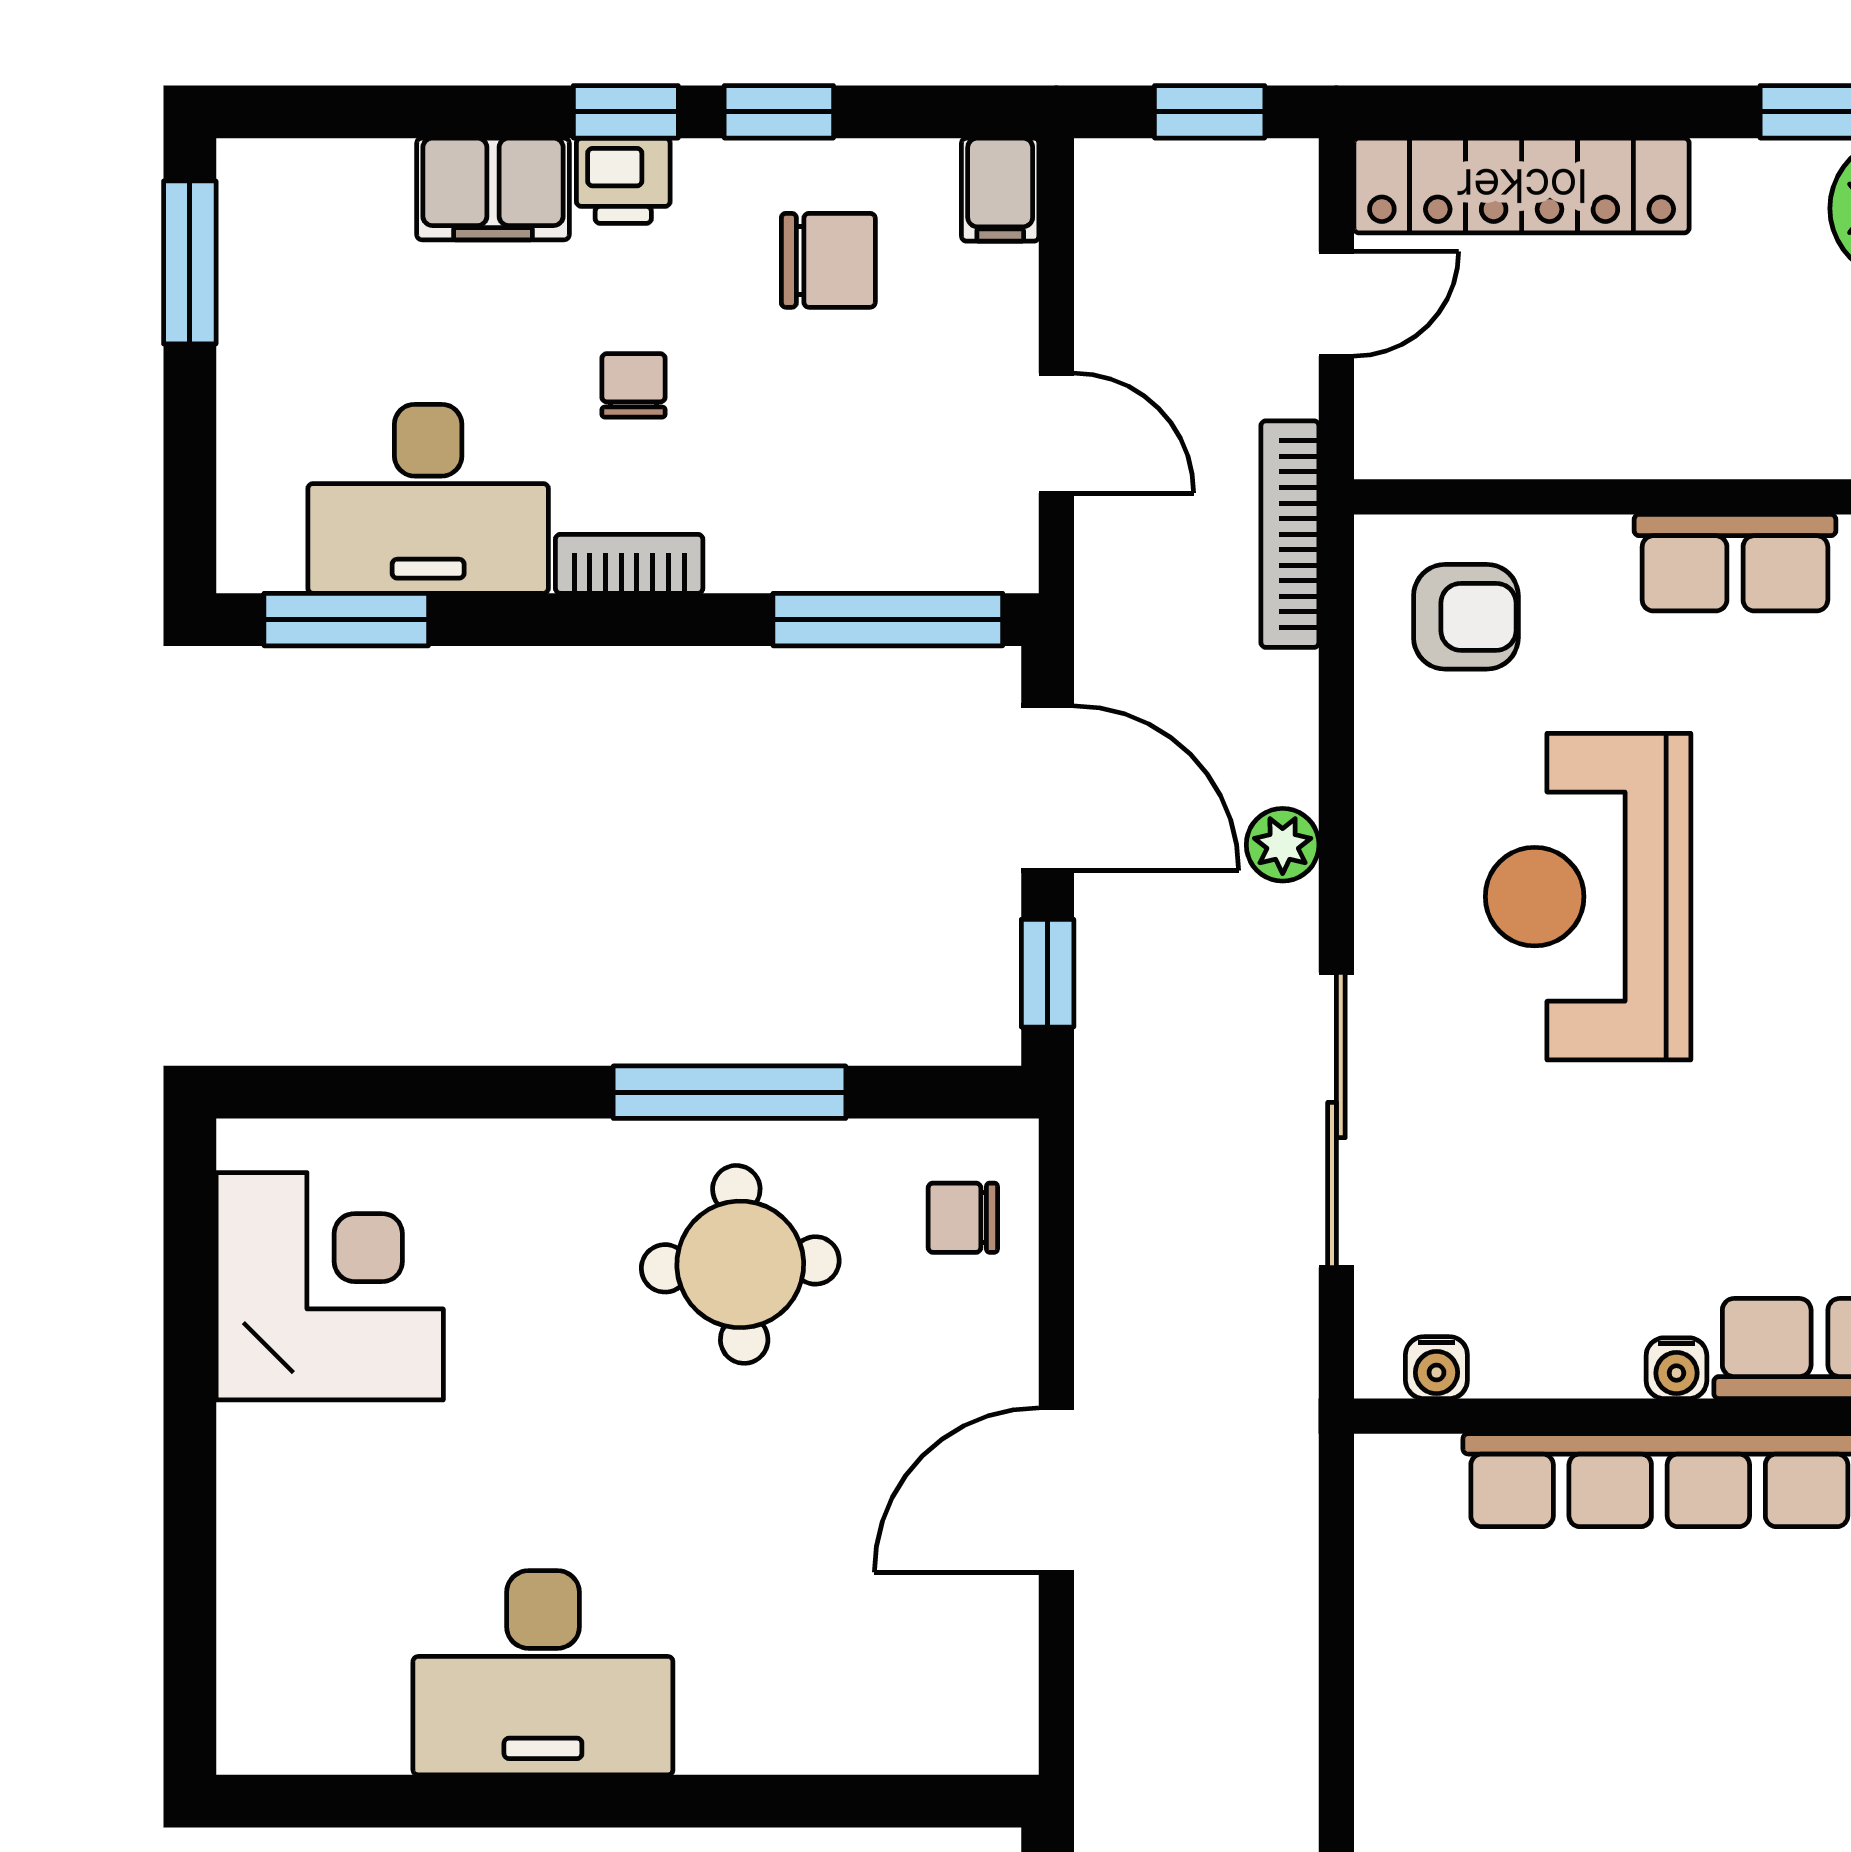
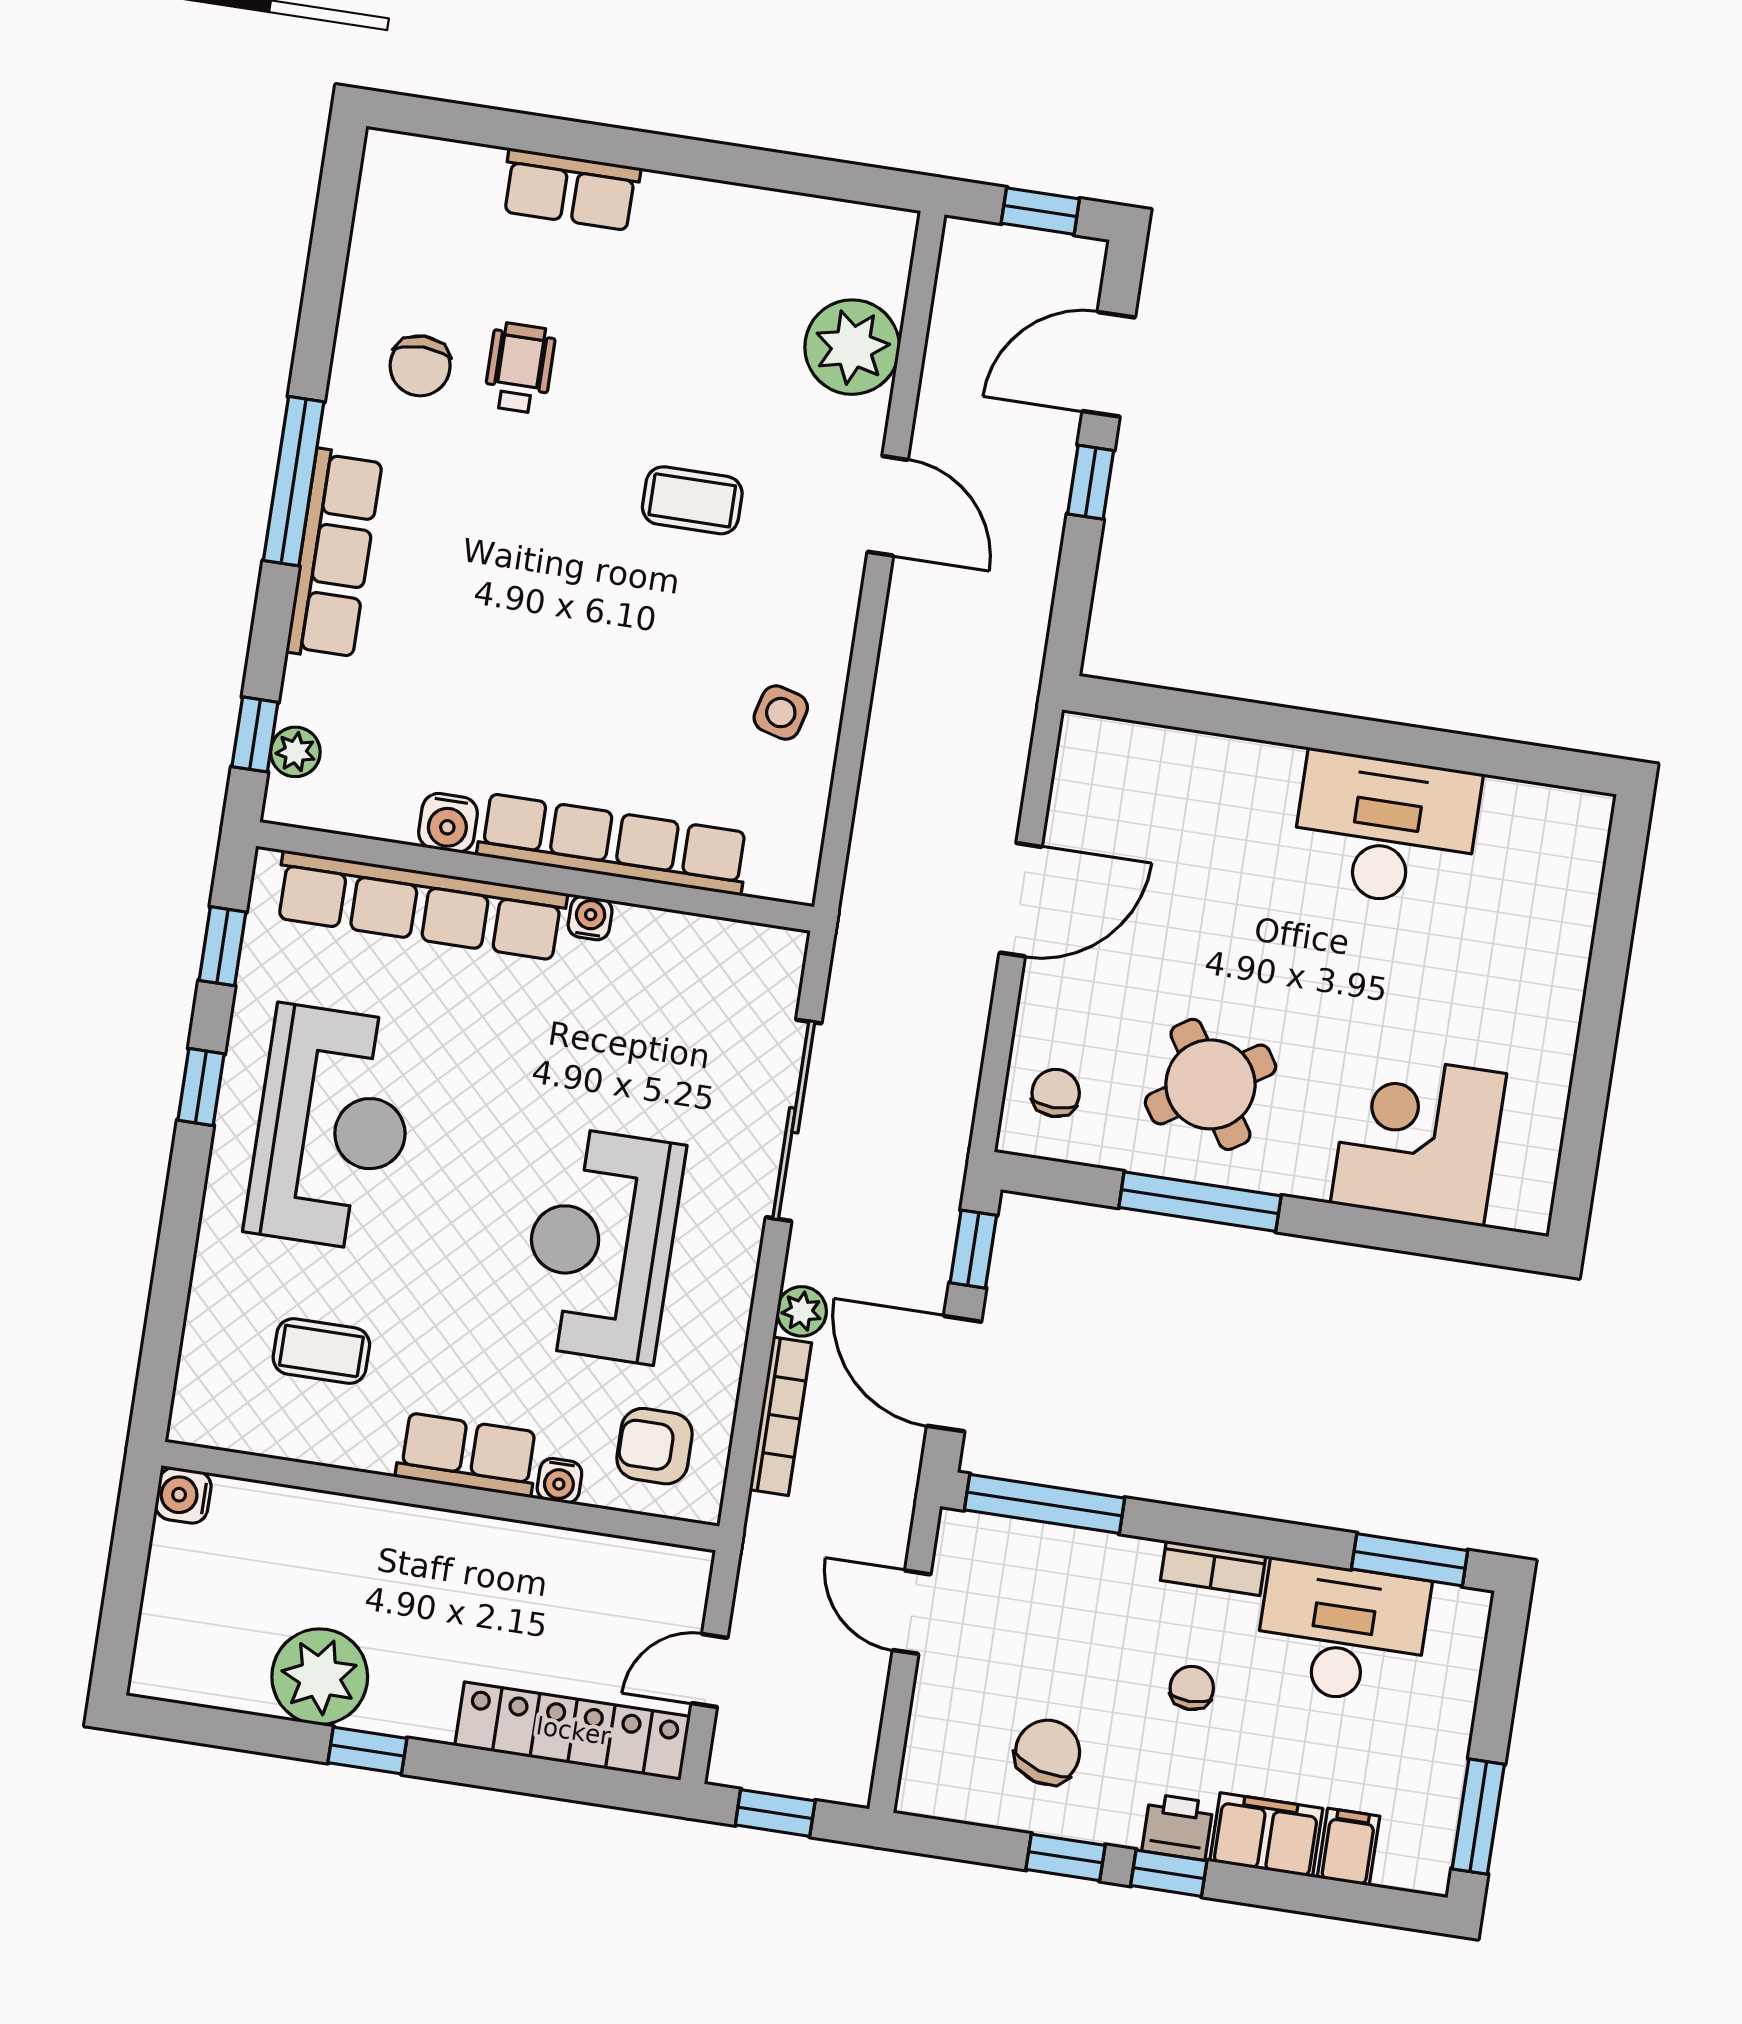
filing cabinet: (1000, 190) -> (1348, 1847), moved
chair: (828, 260) -> (1048, 1752), turned 106
chair: (634, 385) -> (1192, 1688), turned 180
bookcase: (1290, 534) -> (781, 1416), moved
reception desk: (1588, 897) -> (601, 1245), turned 180
chair: (963, 1218) -> (1056, 1093), turned -90
round table: (740, 1264) -> (1210, 1084), turned -30
corner desk: (330, 1286) -> (1418, 1139), moved, turned 90
water cooler: (1436, 1368) -> (559, 1481), moved, turned 180
side table: (1446, 1708) -> (781, 713), added

